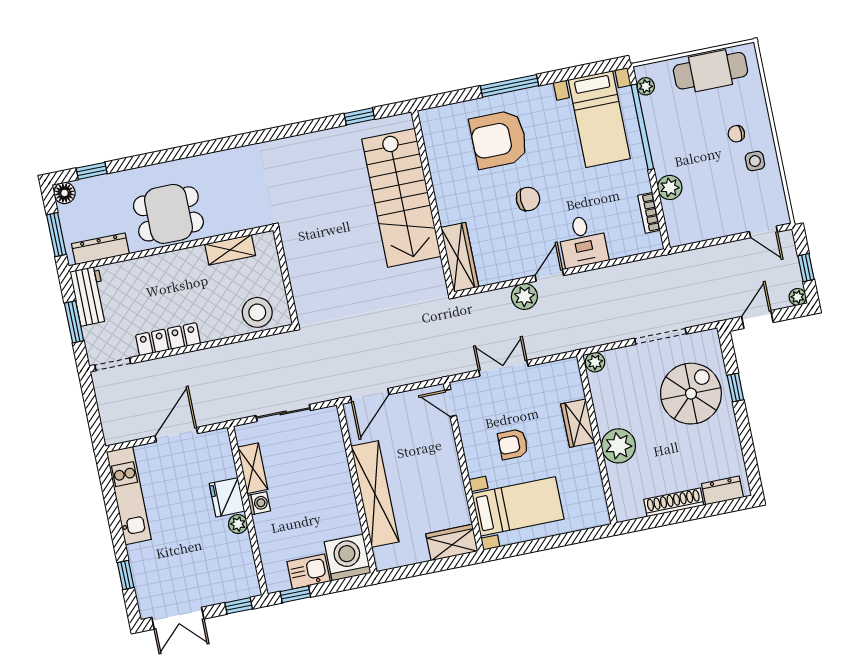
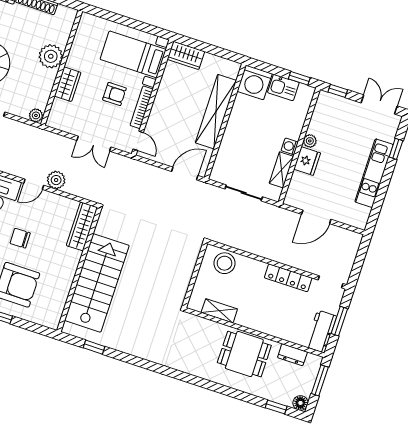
dresser: (100, 249) -> (292, 355), width x0.70
bookcase: (470, 447) -> (142, 107), added
kitchen unit: (129, 496) -> (374, 173), moved

